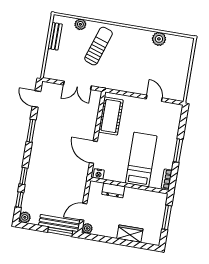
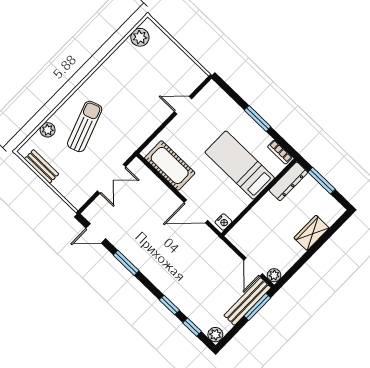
plant: (159, 39) -> (140, 37), moved
sun lounger: (98, 46) -> (85, 126), turned 52
dresser: (113, 190) -> (288, 181), moved, width x1.44

